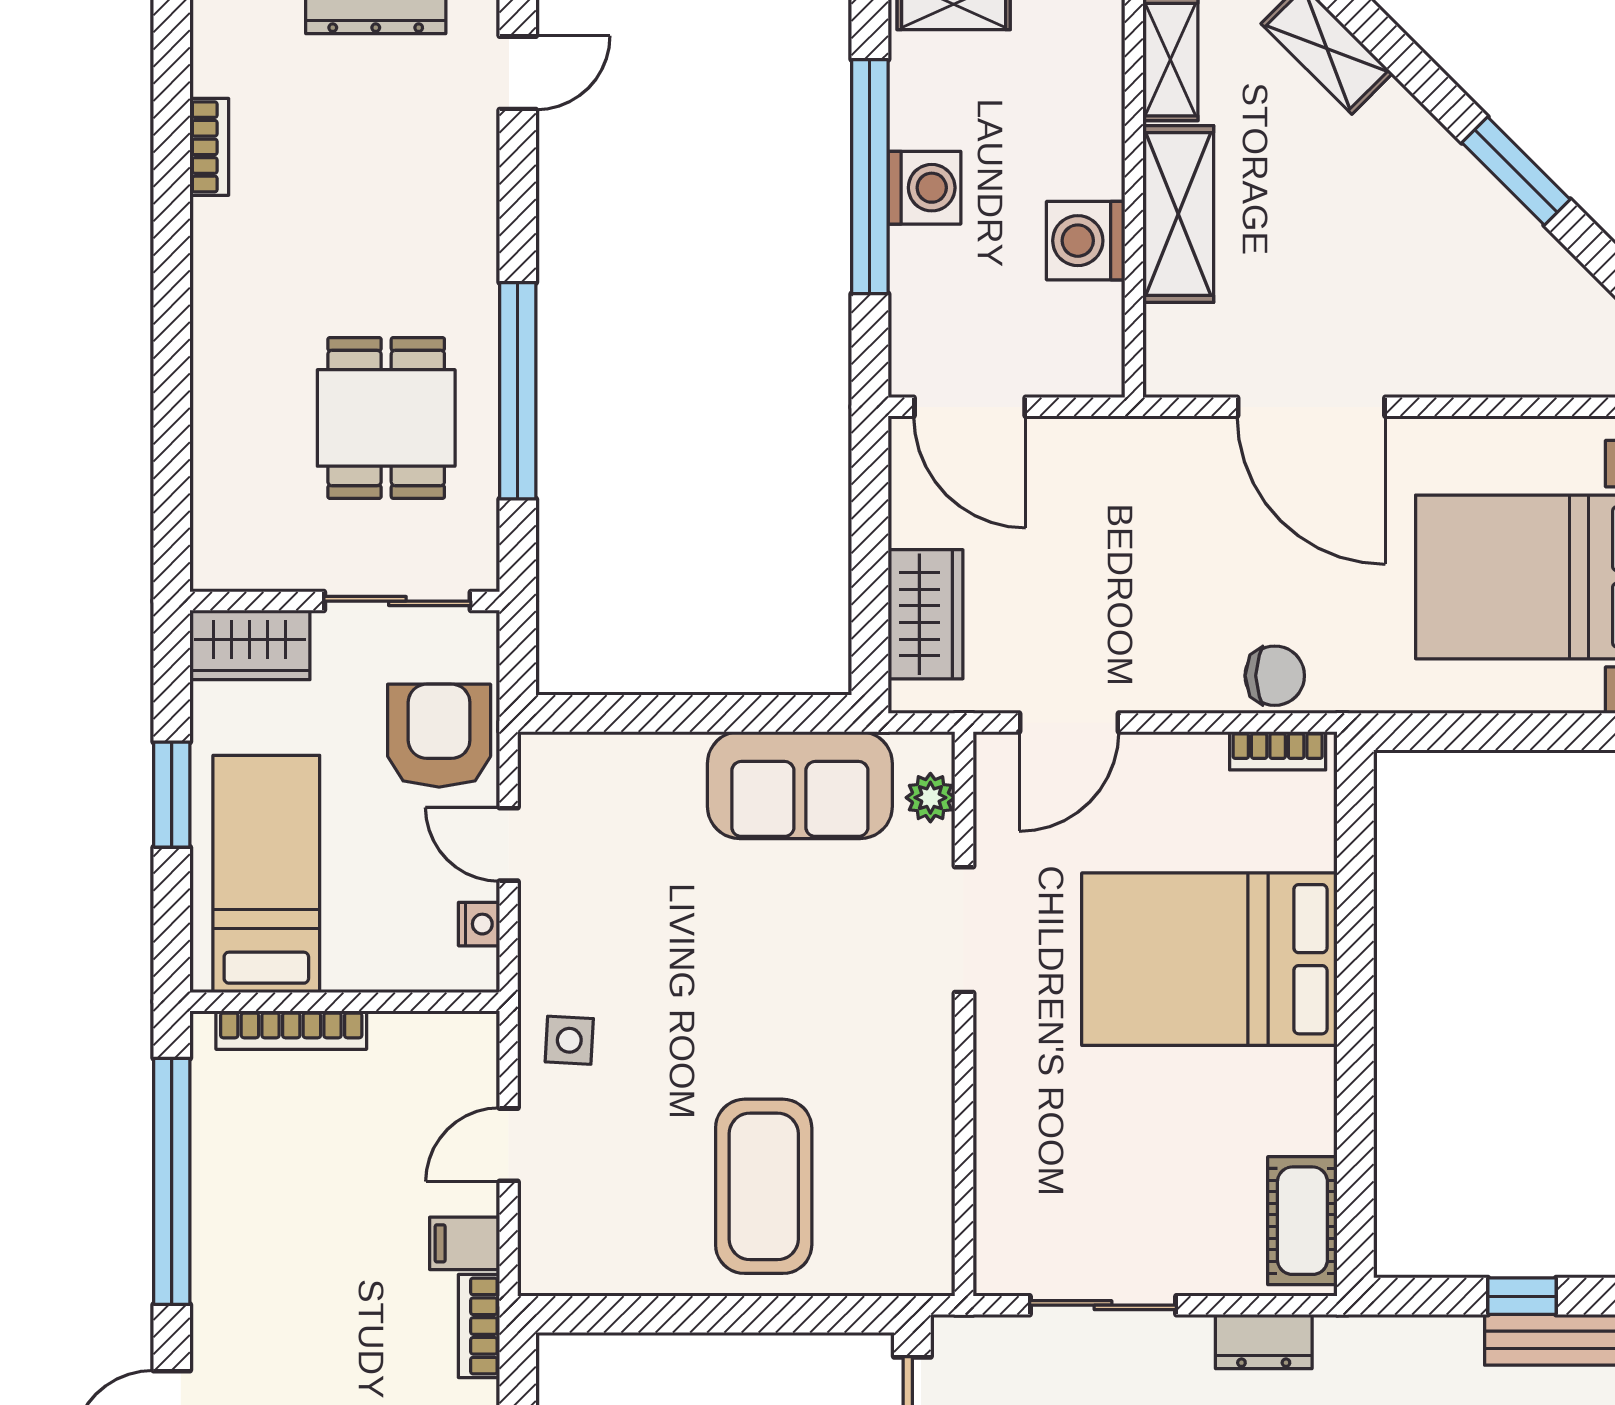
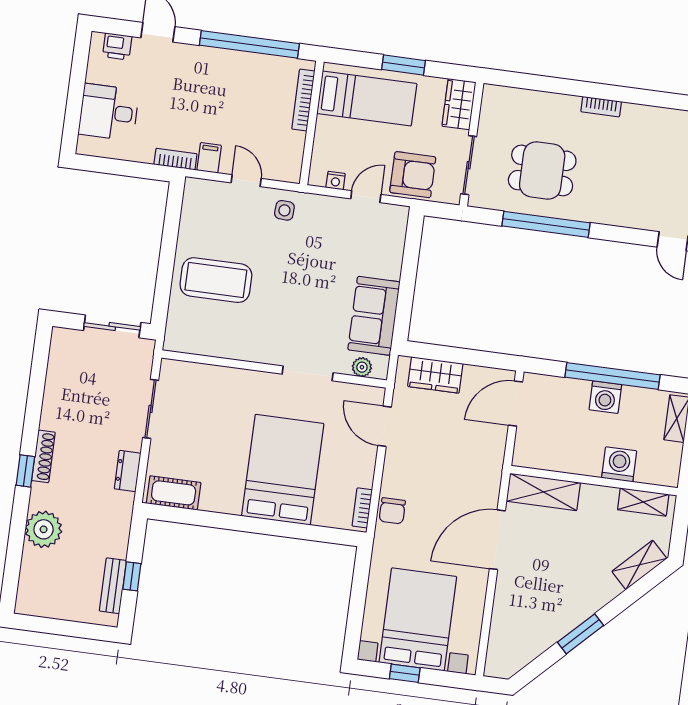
bookcase: (209, 147) -> (601, 107), moved
shelving: (1178, 214) -> (543, 492), moved
washing machine: (1086, 241) -> (619, 464), moved

